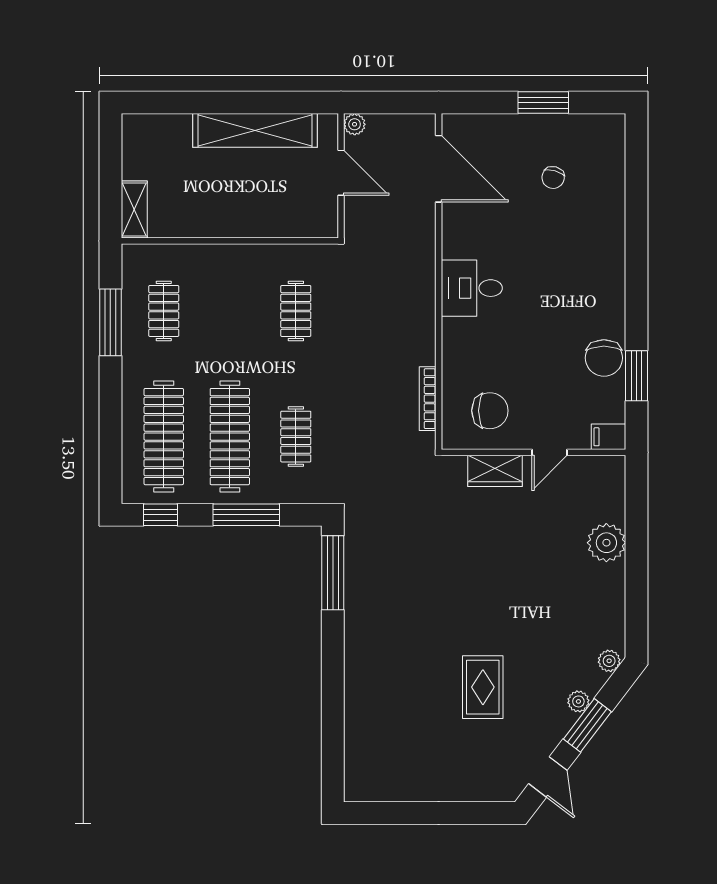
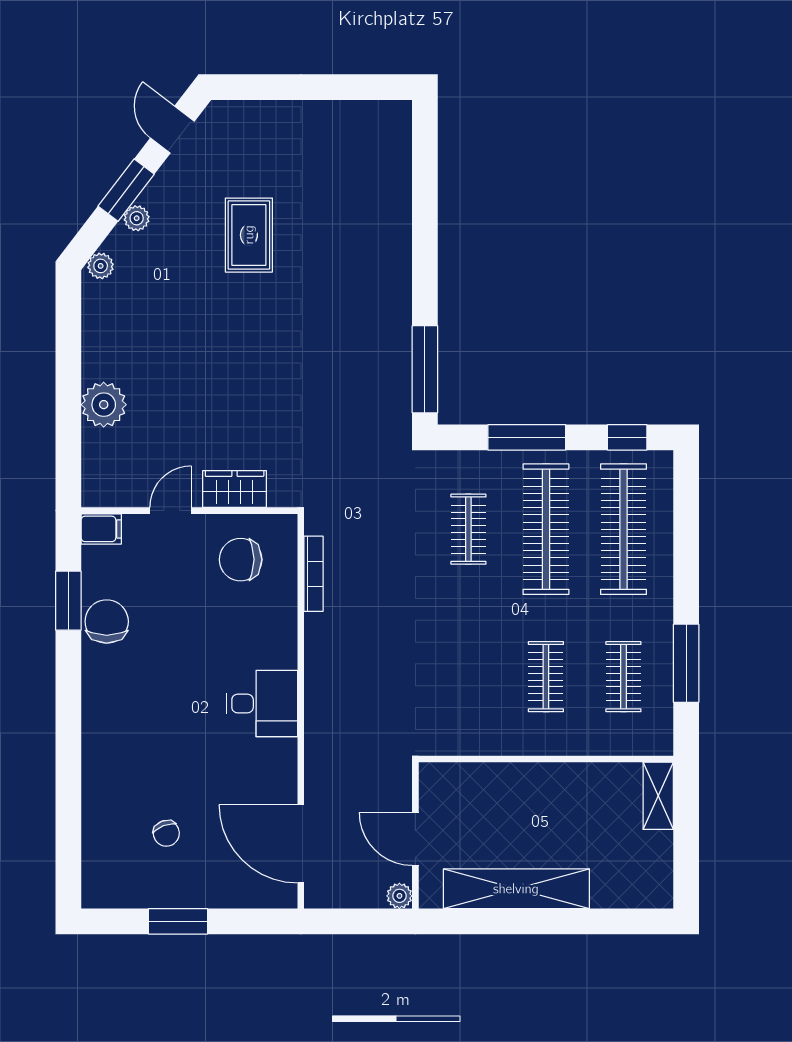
chair: (553, 178) -> (166, 833), turned 143
clothes rail: (296, 311) -> (546, 677), moved

